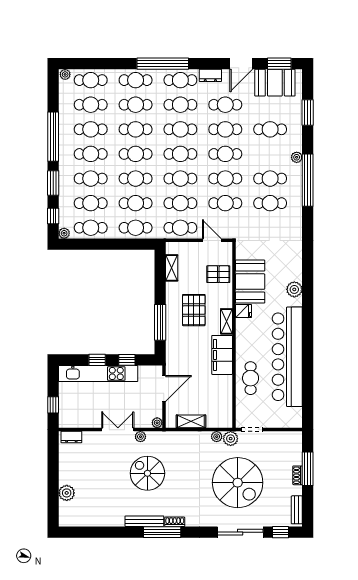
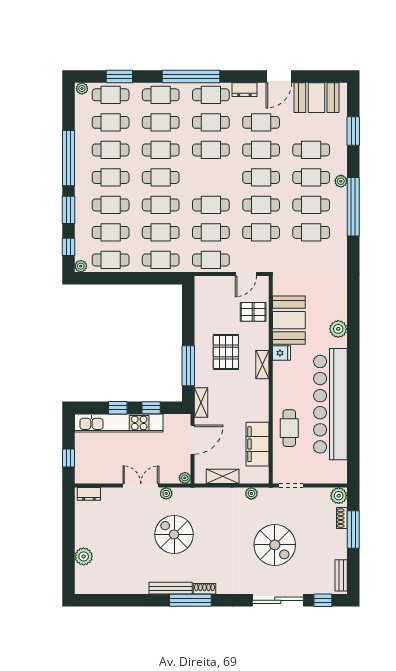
window: (279, 64) -> (119, 77), moved
cafe table: (180, 154) -> (311, 177), moved
door: (212, 240) -> (246, 274), swing flipped
shelving: (172, 268) -> (201, 402), moved
filing cabinet: (222, 355) -> (257, 444), moved
plant: (231, 439) -> (339, 496), moved
shoe rack: (298, 475) -> (342, 518), moved
spiral stairs: (238, 483) -> (275, 545), width x0.73, depth x0.73

